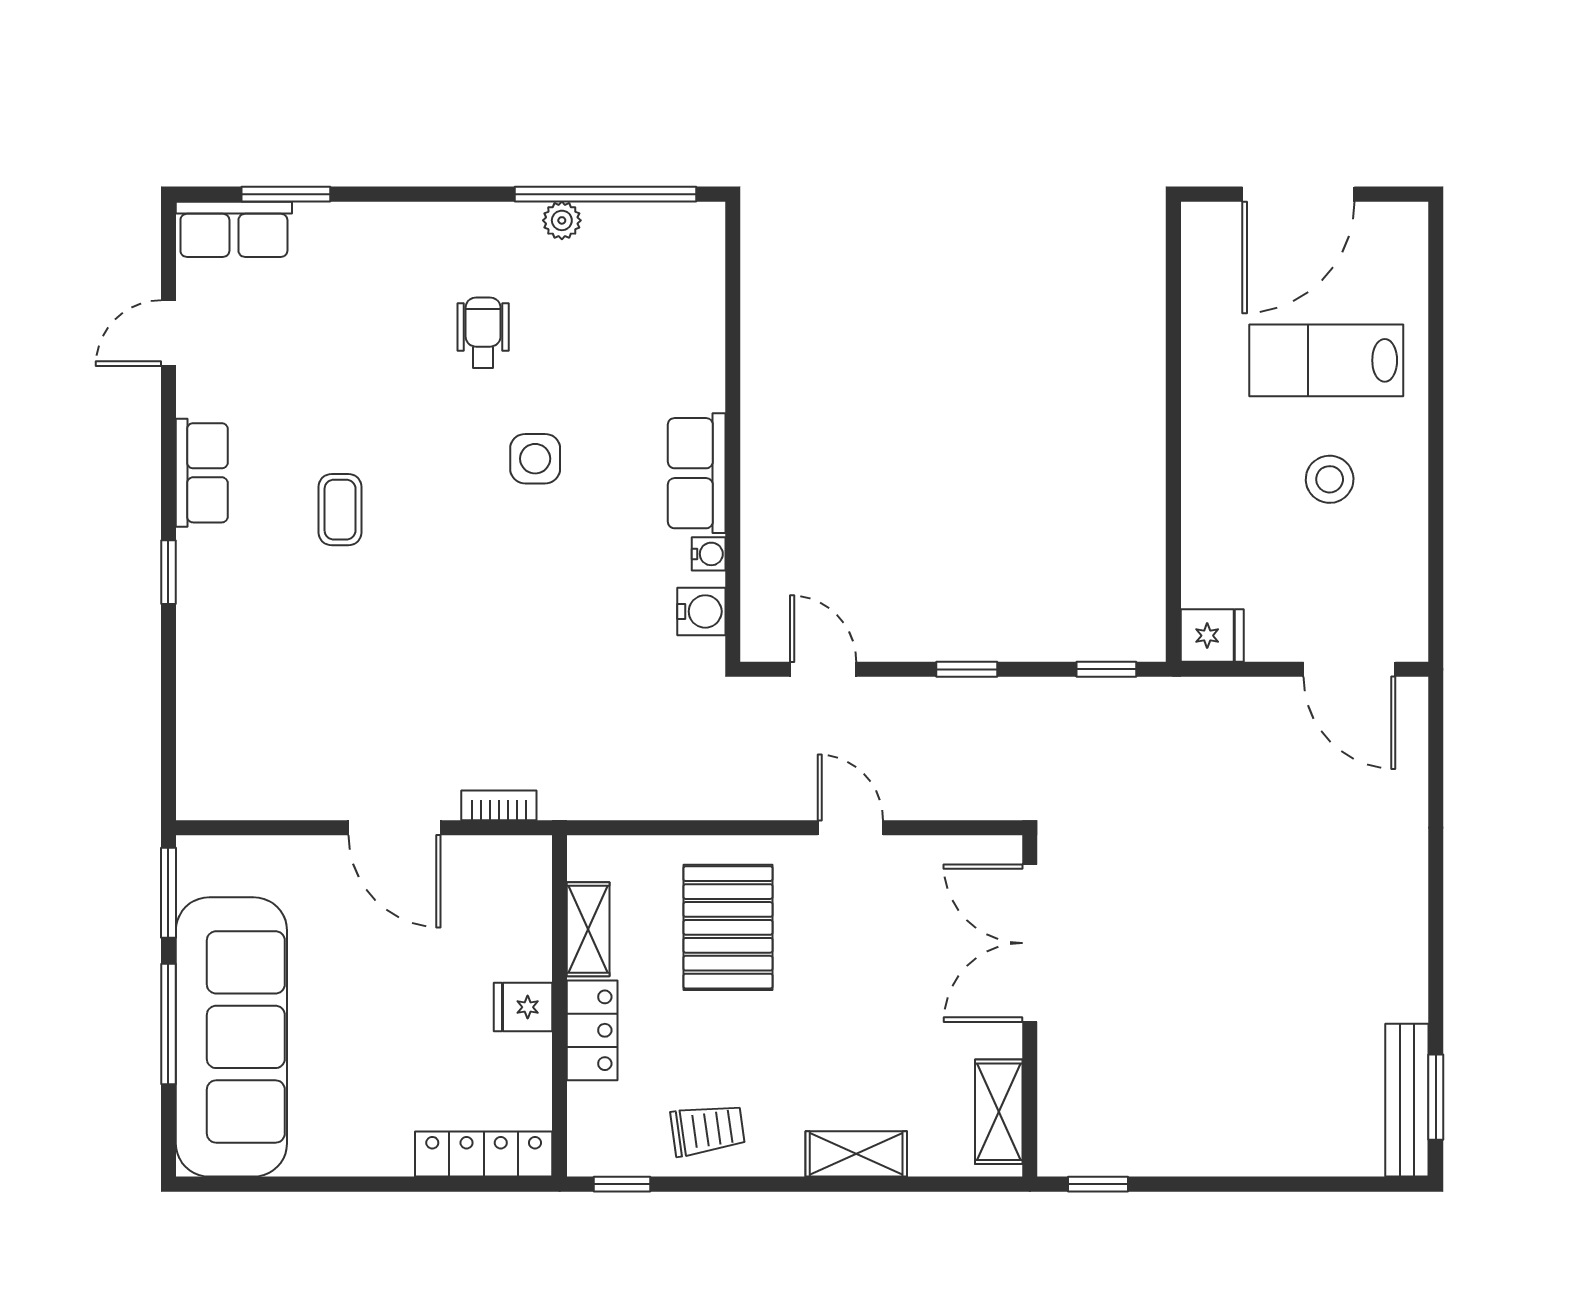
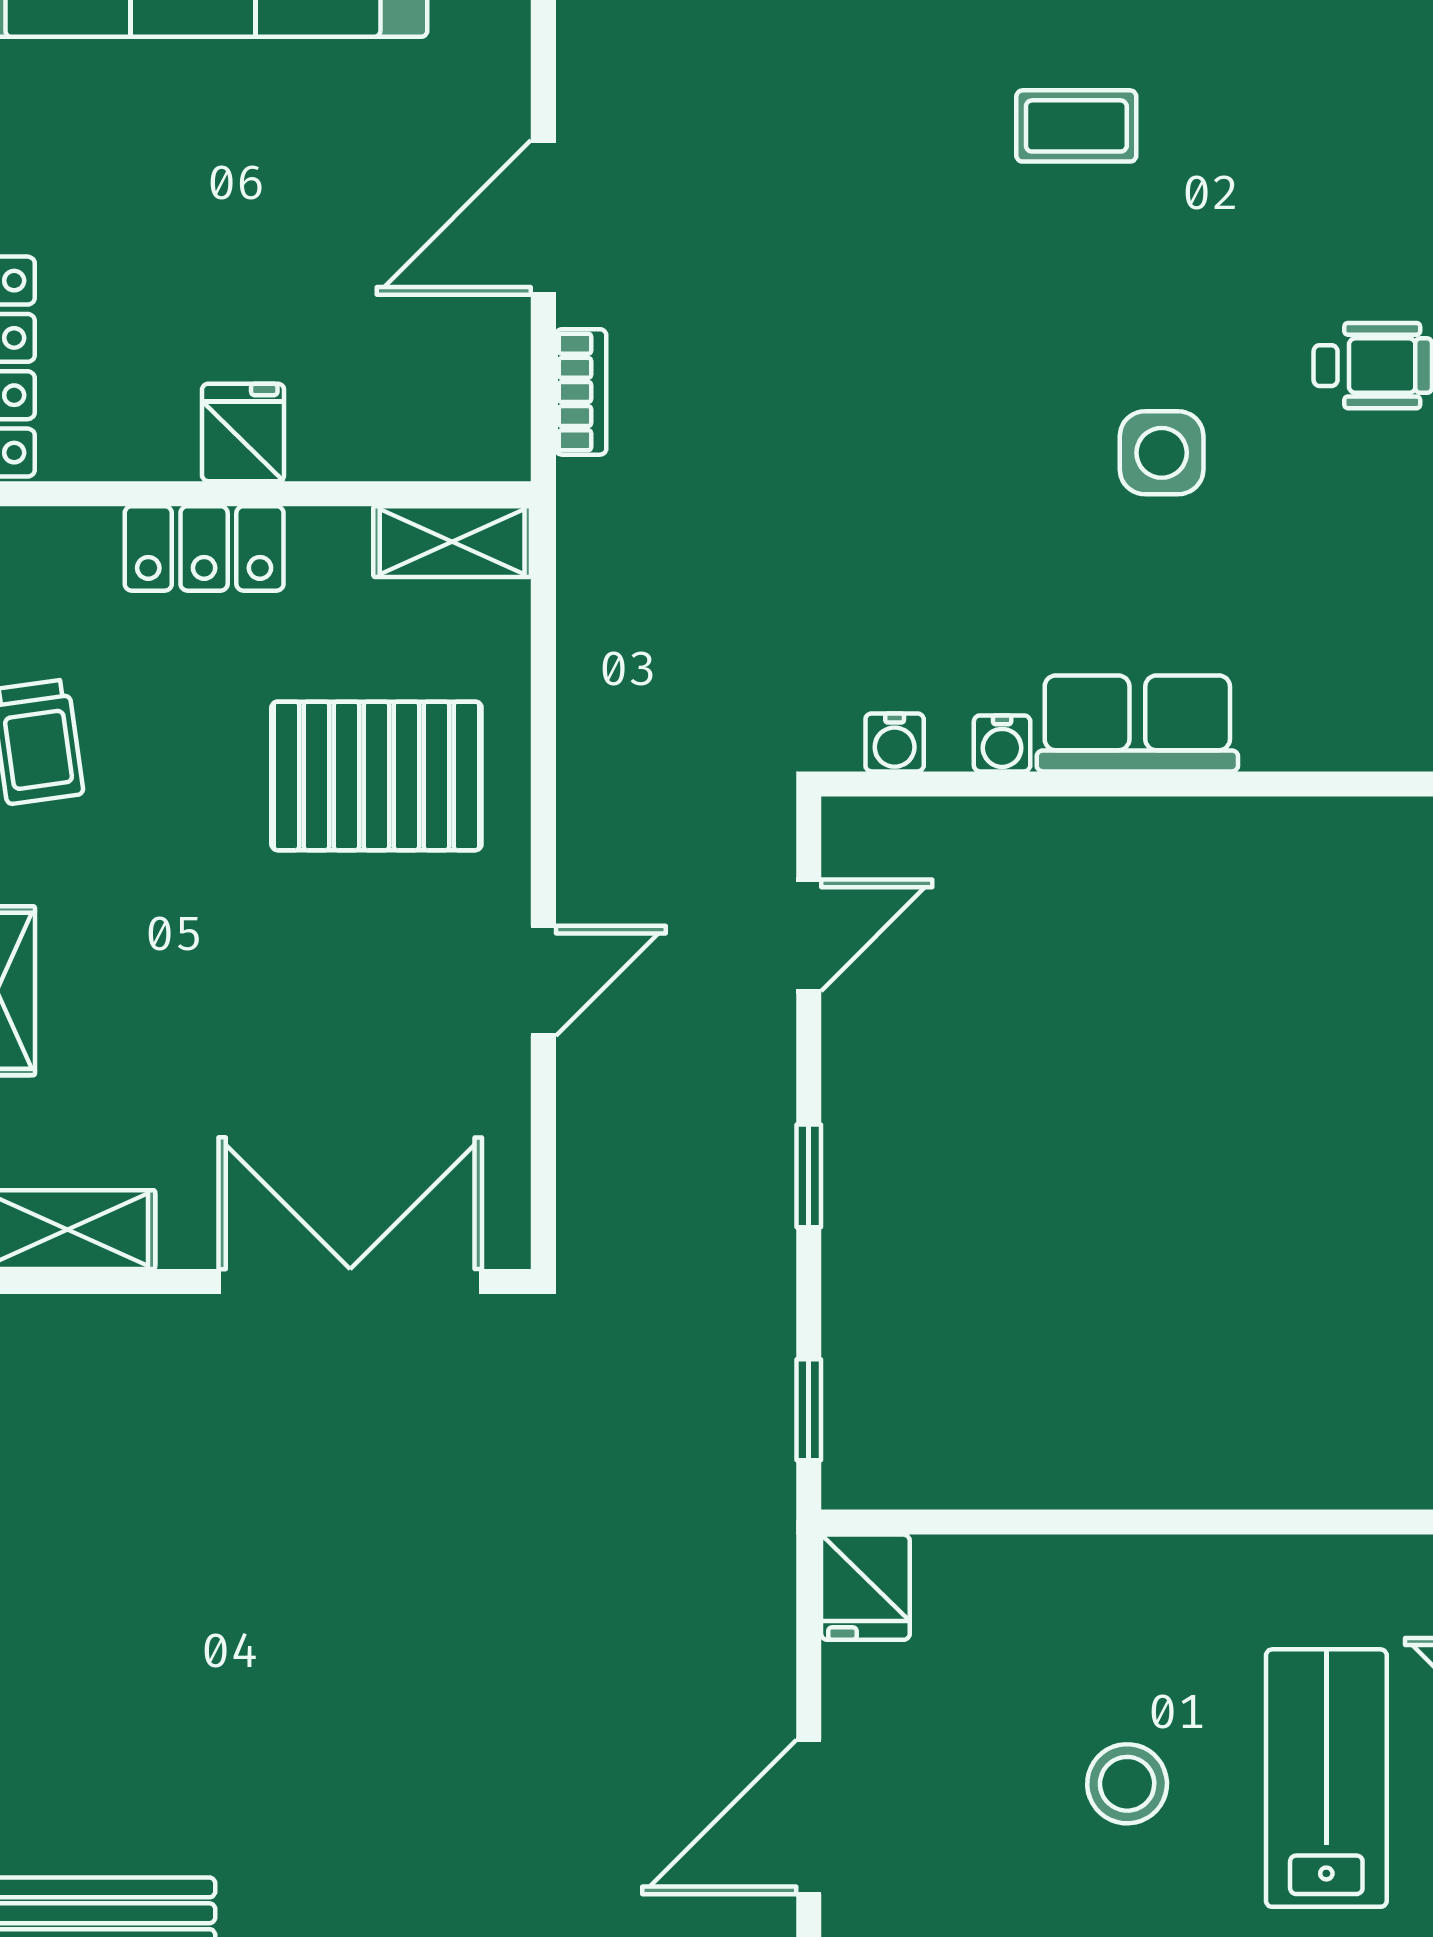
water cooler: (701, 611) -> (895, 742), width x0.72, depth x0.72
shelving: (588, 929) -> (452, 542), moved

